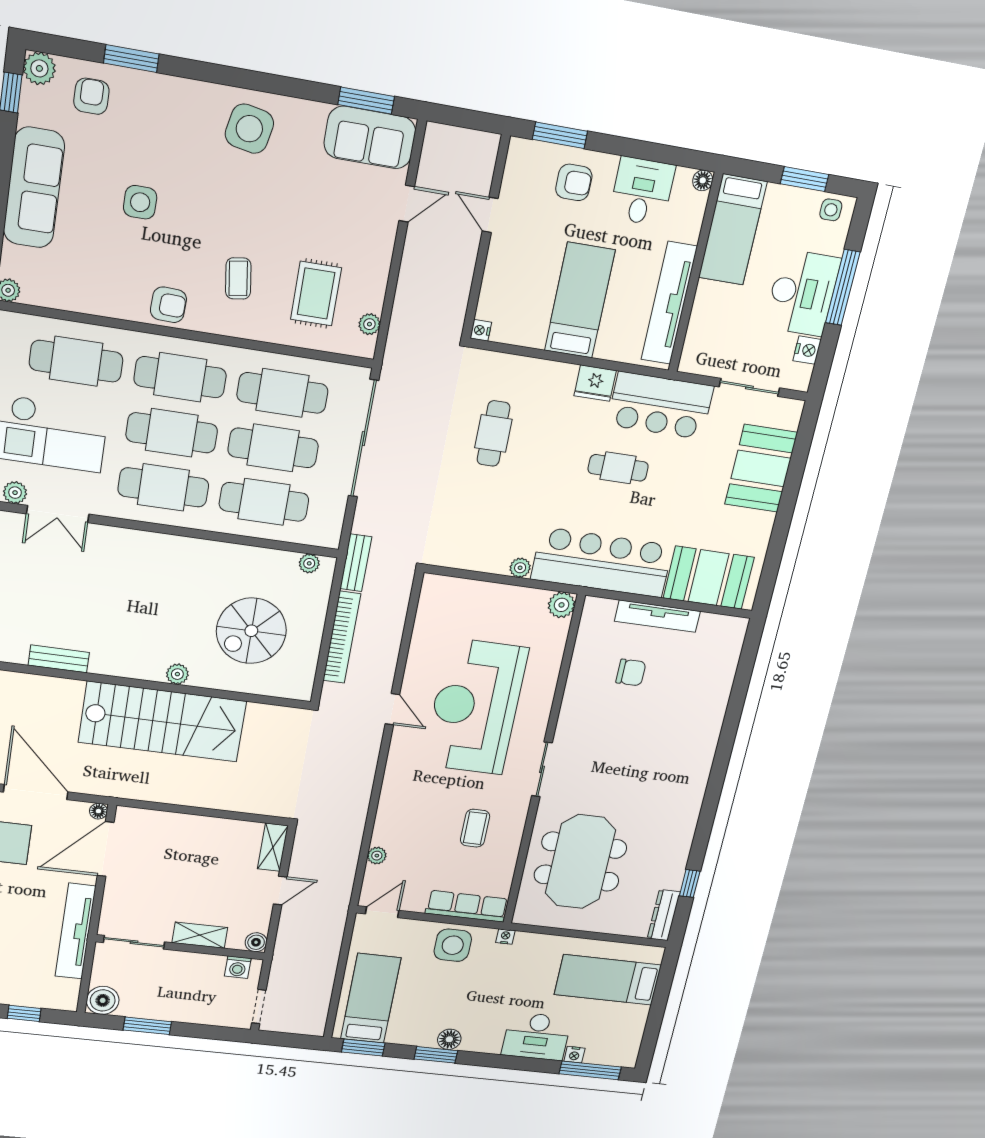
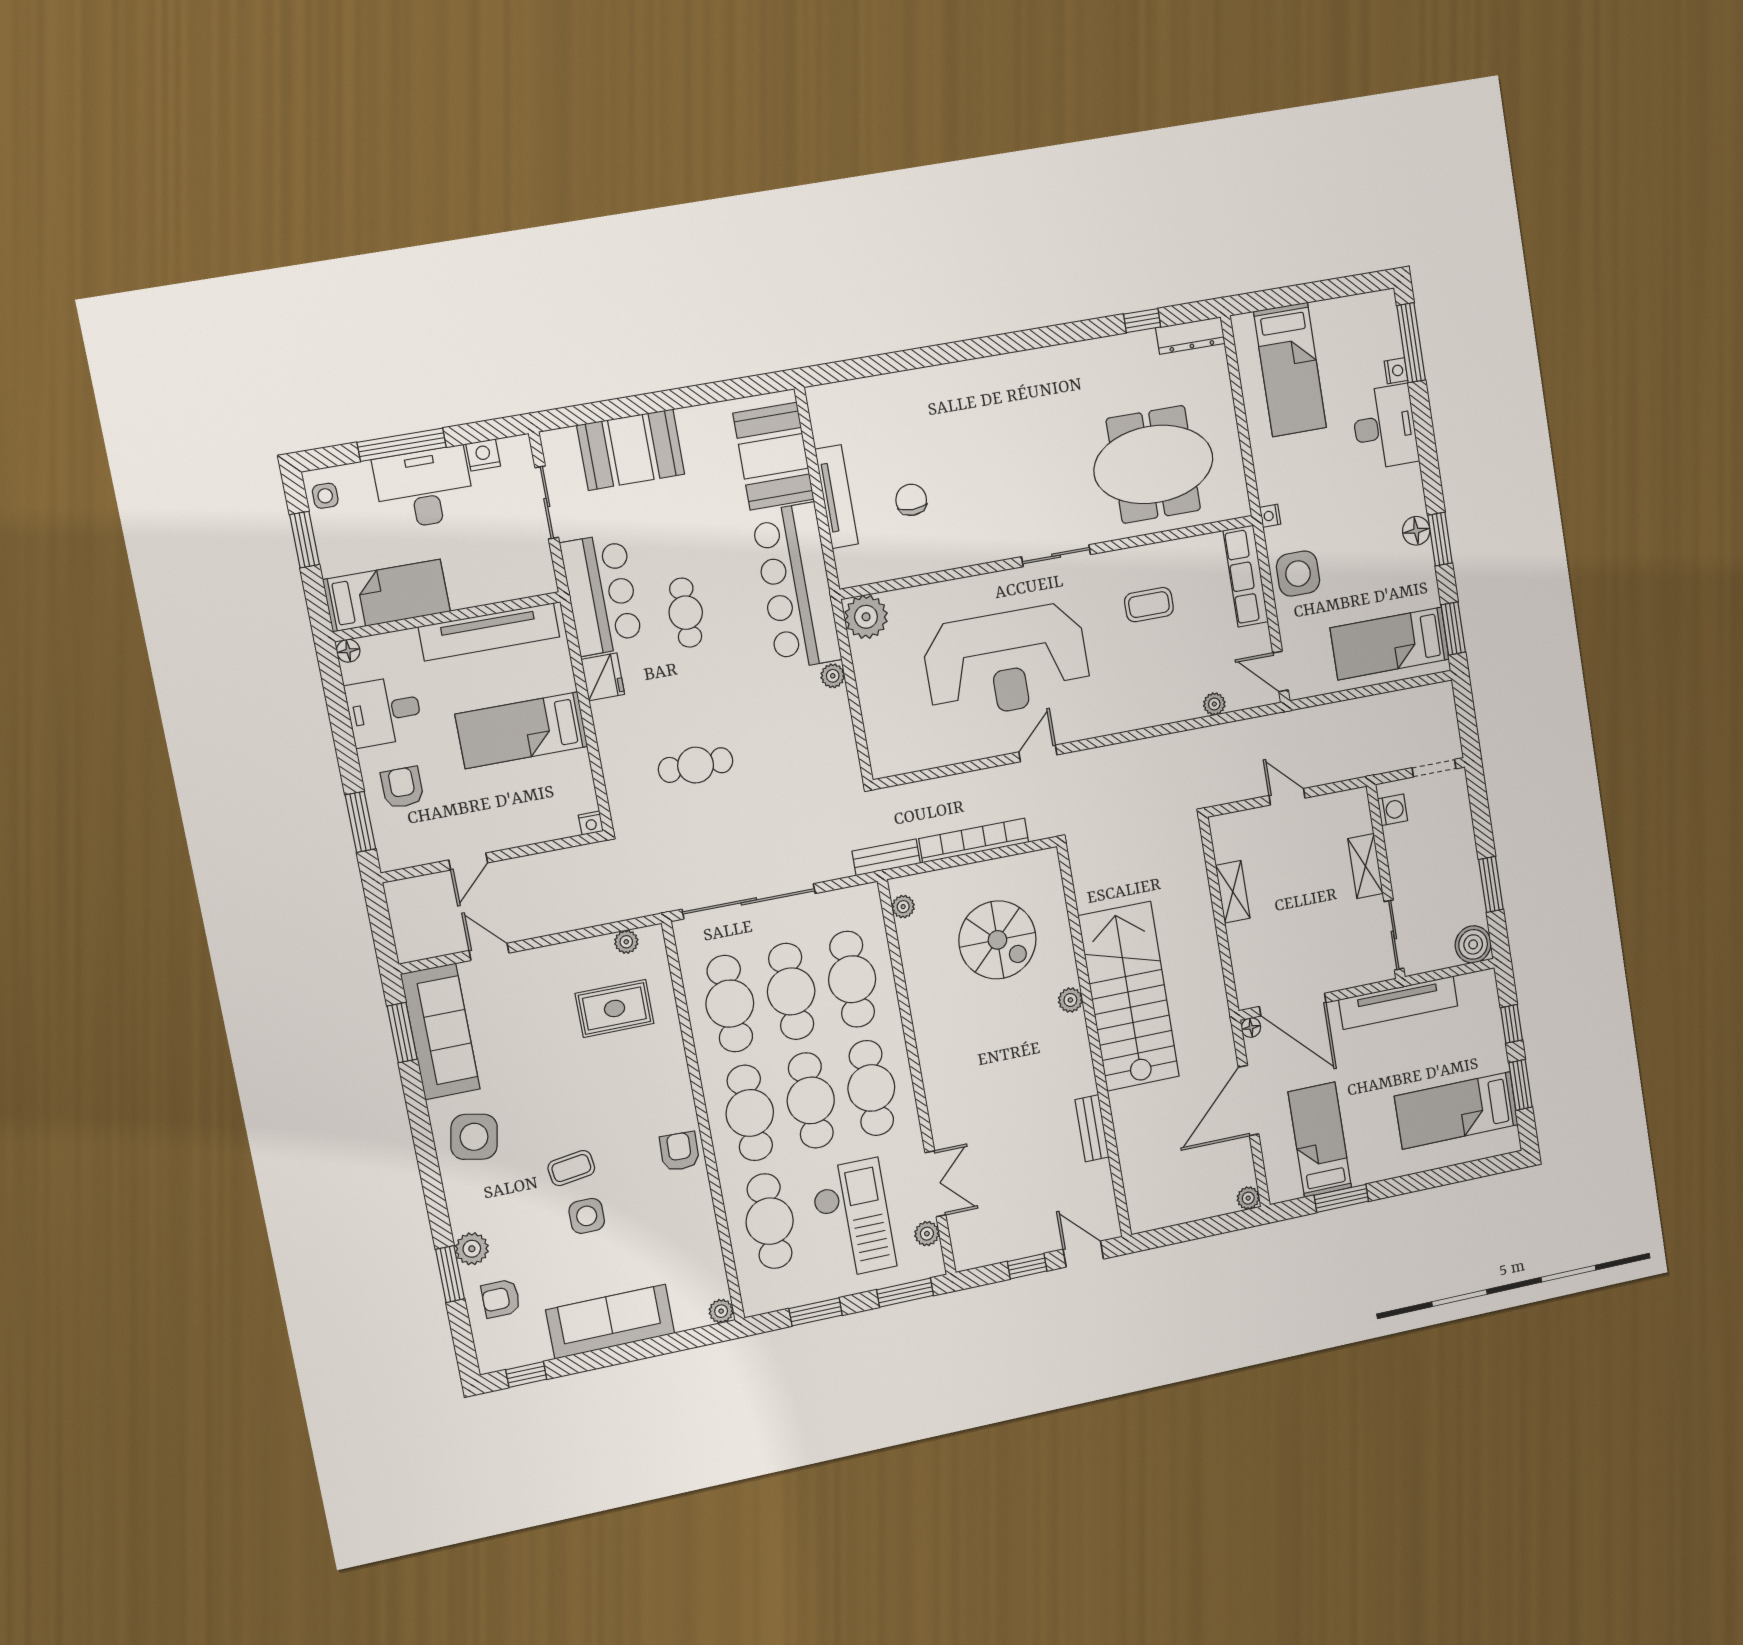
plant: (39, 68) -> (472, 1249), moved
sofa: (370, 137) -> (440, 1032), width x1.36
coffee table: (238, 278) -> (571, 1168), moved
plant: (562, 605) -> (866, 617), width x1.36, depth x1.36
shelving: (273, 847) -> (1233, 892), moved, turned 90
boiler: (256, 942) -> (1357, 800), removed

